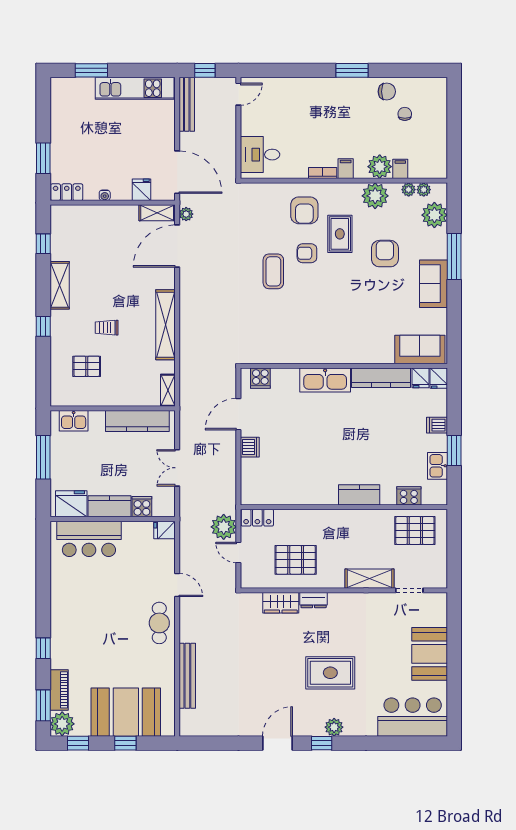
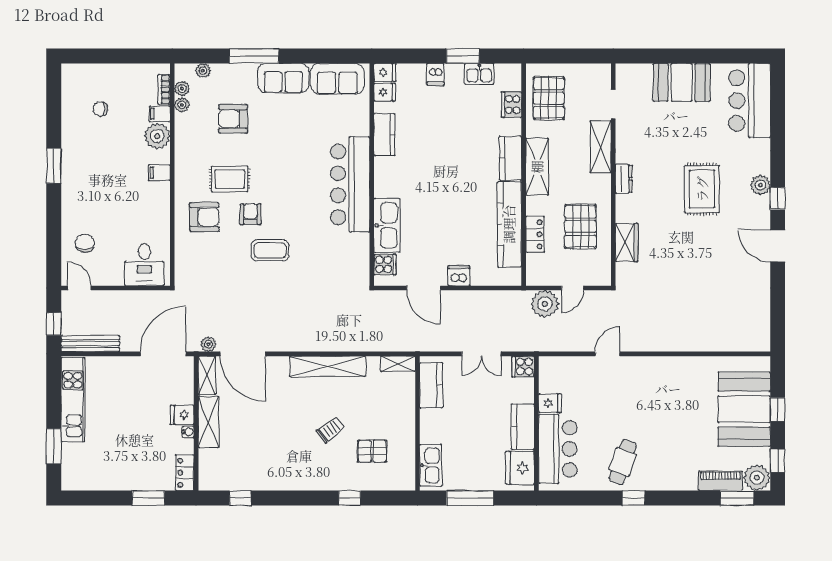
chair: (387, 92) -> (85, 243), moved
bookcase: (323, 173) -> (164, 89), moved
fridge: (142, 190) -> (182, 415), moved
plant: (375, 196) -> (189, 141), removed
plant: (434, 215) -> (203, 71), width x0.53, depth x0.53
armchair: (307, 253) -> (250, 214), turned 180
armchair: (385, 254) -> (233, 119), moved
shelving: (60, 285) -> (209, 422), moved, turned 90
window: (43, 326) -> (350, 498), moved
trolley: (107, 328) -> (330, 430), turned -127
bar counter: (335, 346) -> (350, 184), added
sofa: (420, 349) -> (337, 79), moved, turned -90
pallet: (87, 366) -> (372, 451), turned 90
kitchen counter: (381, 378) -> (384, 135), width x0.67
kitchen sink: (325, 380) -> (387, 225), moved
kitchen sink: (74, 421) -> (431, 465), width x1.38
kitchen counter: (137, 421) -> (431, 385), width x0.67
kitchen counter: (298, 494) -> (509, 224), added
cooker: (142, 507) -> (523, 367), moved
locker: (257, 518) -> (535, 234), moved
shelving: (351, 520) -> (537, 167), added
fridge: (165, 530) -> (550, 403), moved, turned -90
dresser: (314, 600) -> (624, 179), moved
cafe table: (159, 623) -> (623, 462), moved, turned -71
window: (43, 648) -> (634, 498), moved
bench: (187, 676) -> (705, 343), removed

